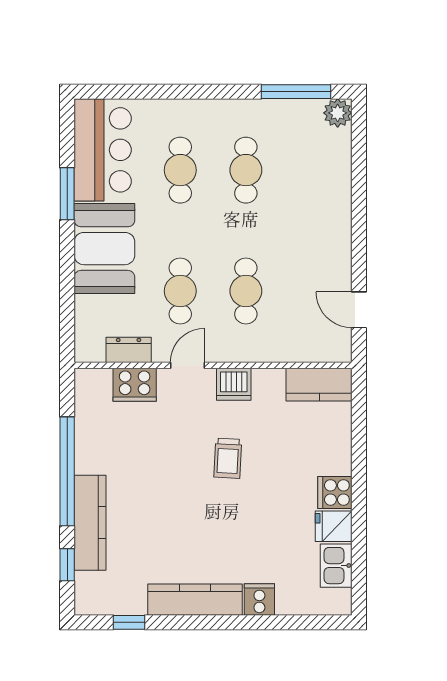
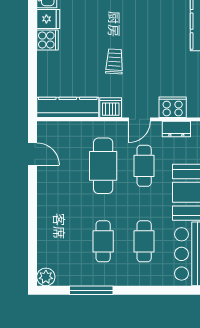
window: (296, 92) -> (91, 290), moved
cafe table: (246, 291) -> (103, 166), width x1.37, depth x1.35
kitchen counter: (319, 385) -> (68, 107), width x1.50

